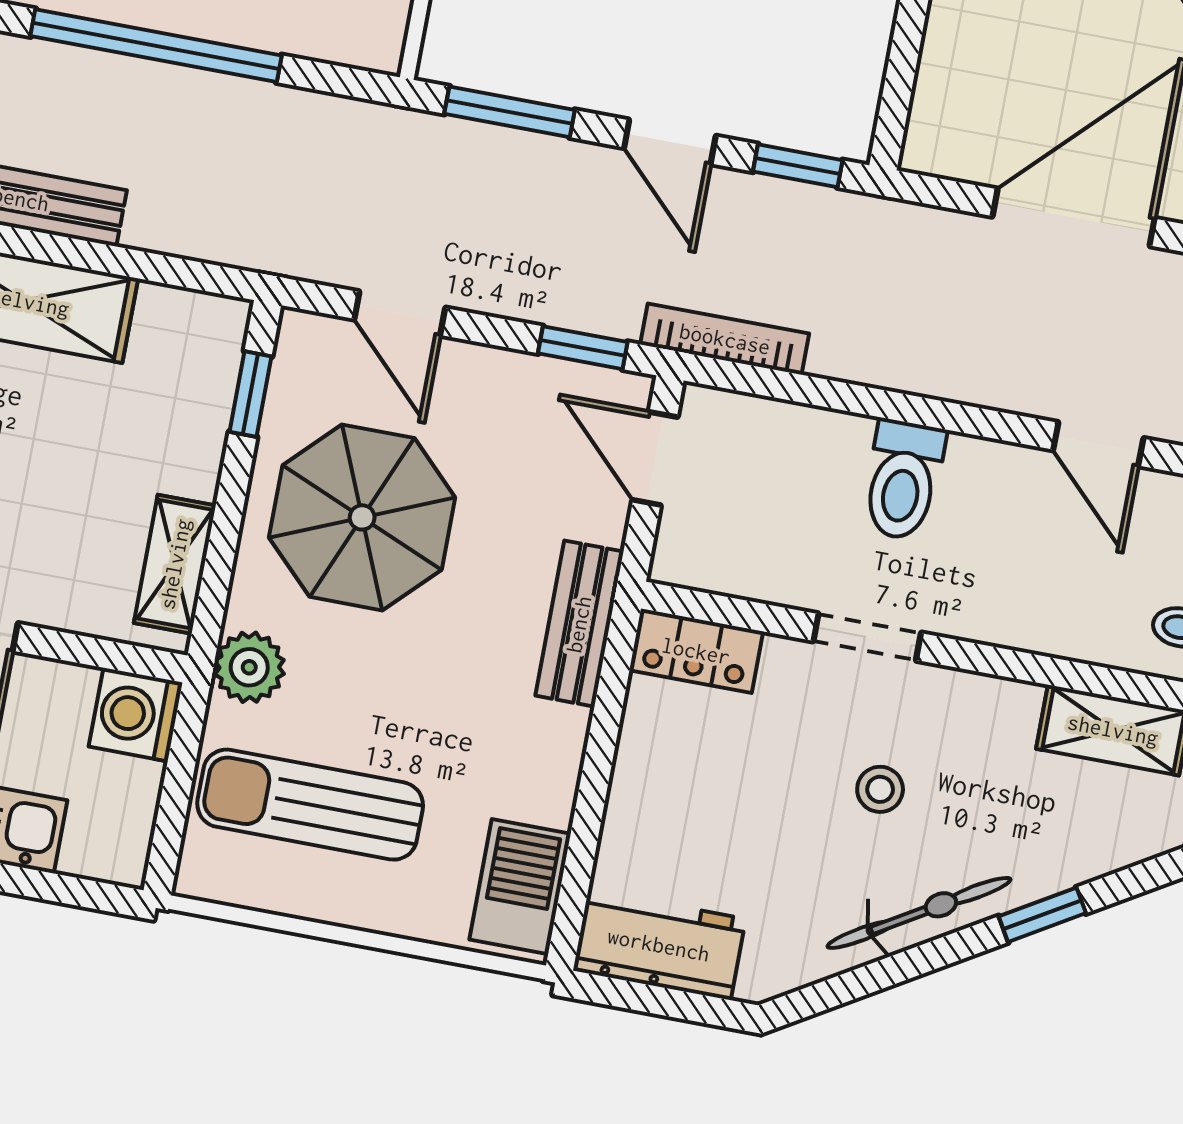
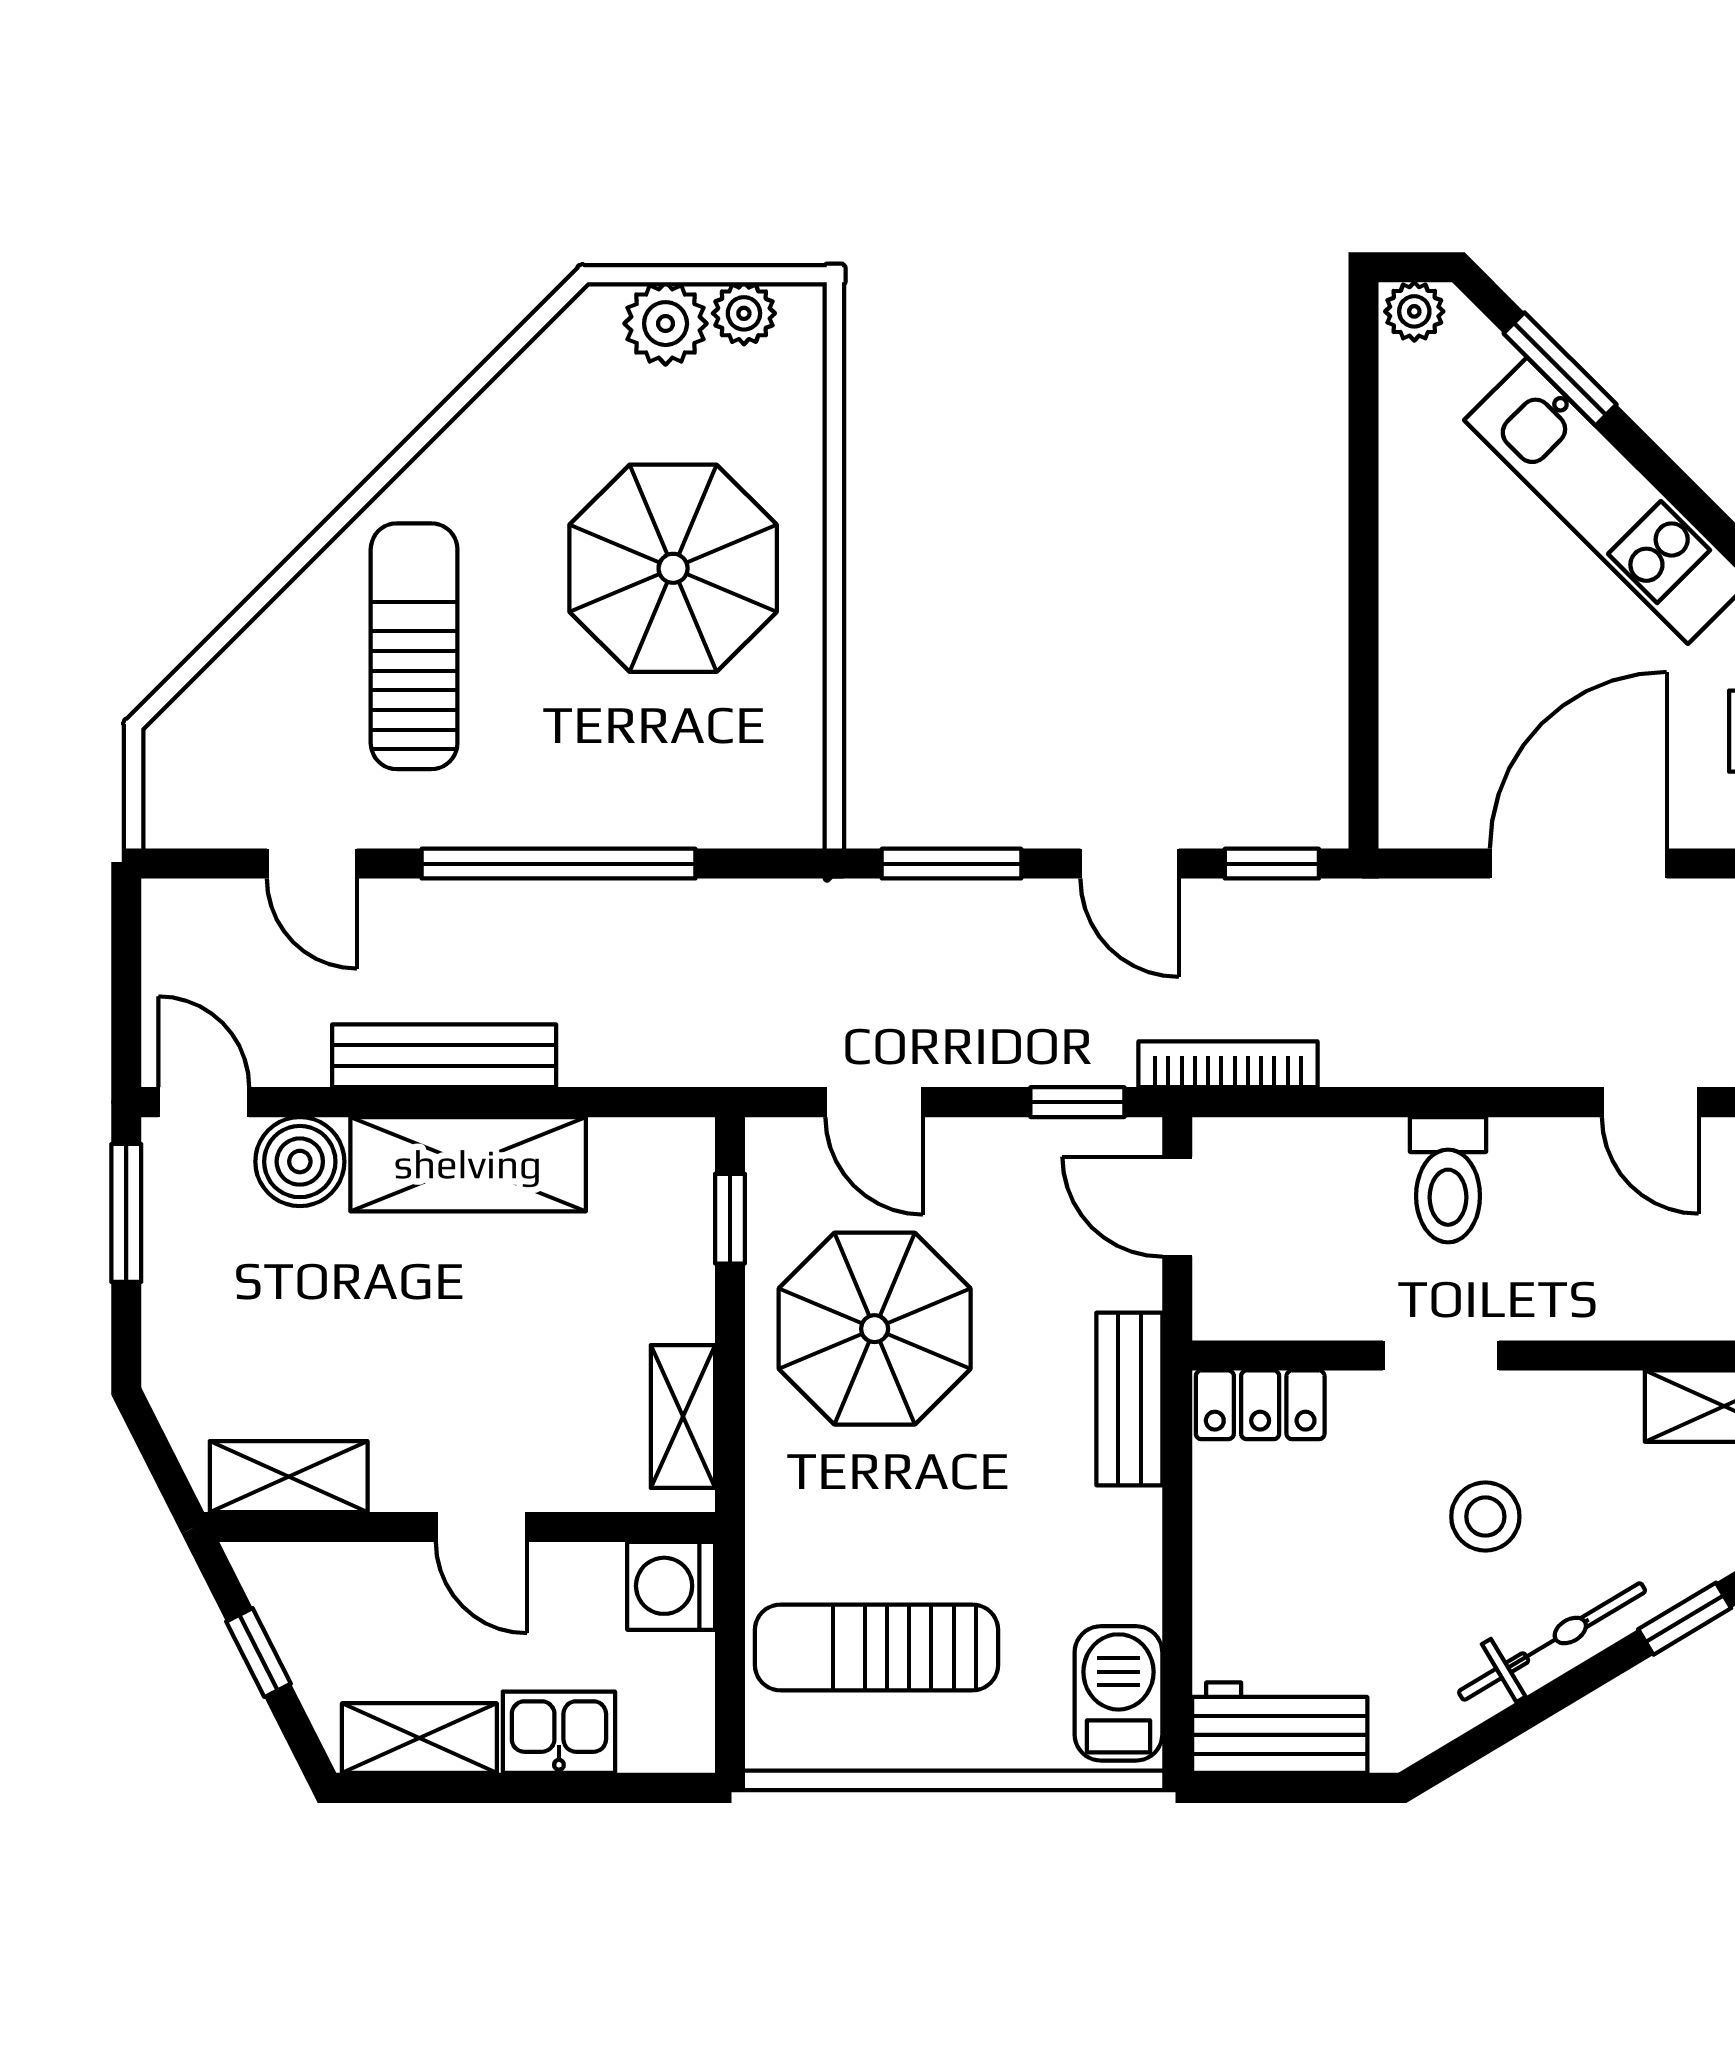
plant: (249, 667) -> (784, 1512), removed
stool: (880, 789) -> (1485, 1517), width x1.37, depth x1.37

